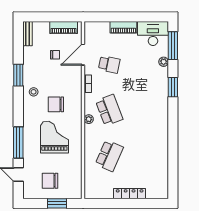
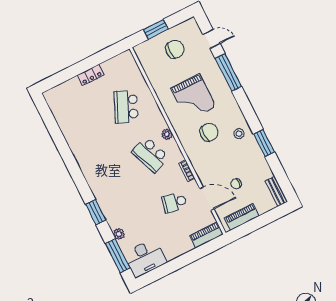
piano: (123, 27) -> (206, 235), moved
door: (83, 55) -> (207, 199), hinge flipped
locker: (130, 194) -> (91, 75), width x0.66

